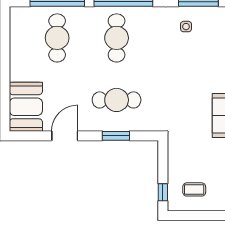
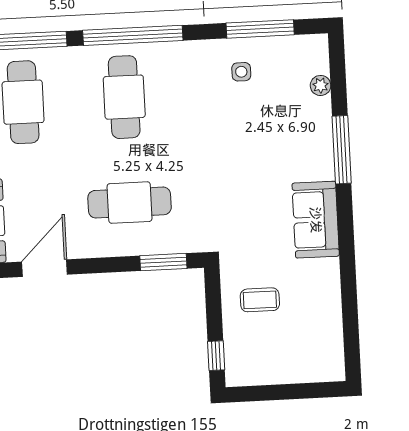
window: (116, 136) -> (163, 262), moved
coffee table: (194, 189) -> (260, 300), moved

